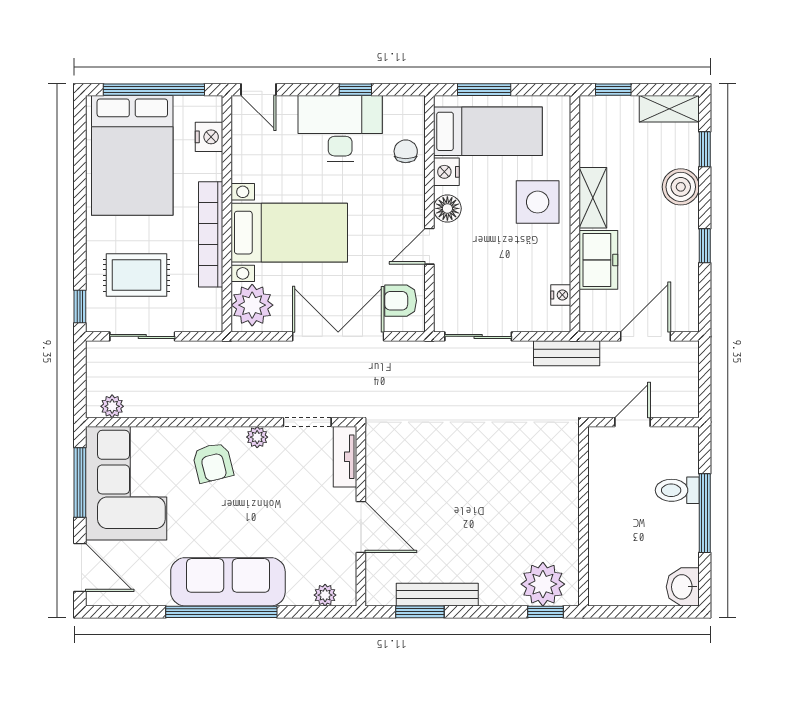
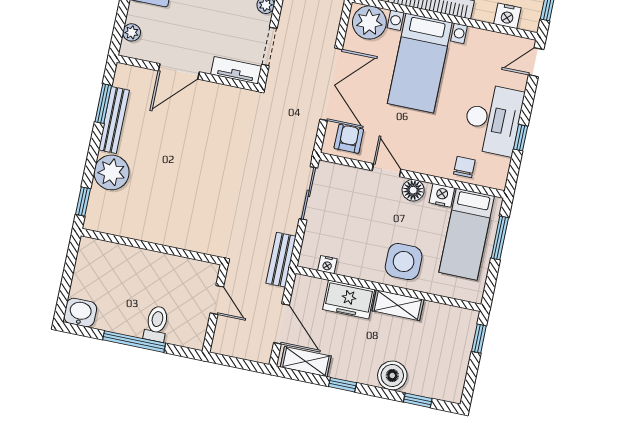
shelving: (669, 109) -> (306, 362), moved, turned 90
chair: (406, 151) -> (464, 167), turned -90
plant: (543, 584) -> (112, 172), moved

